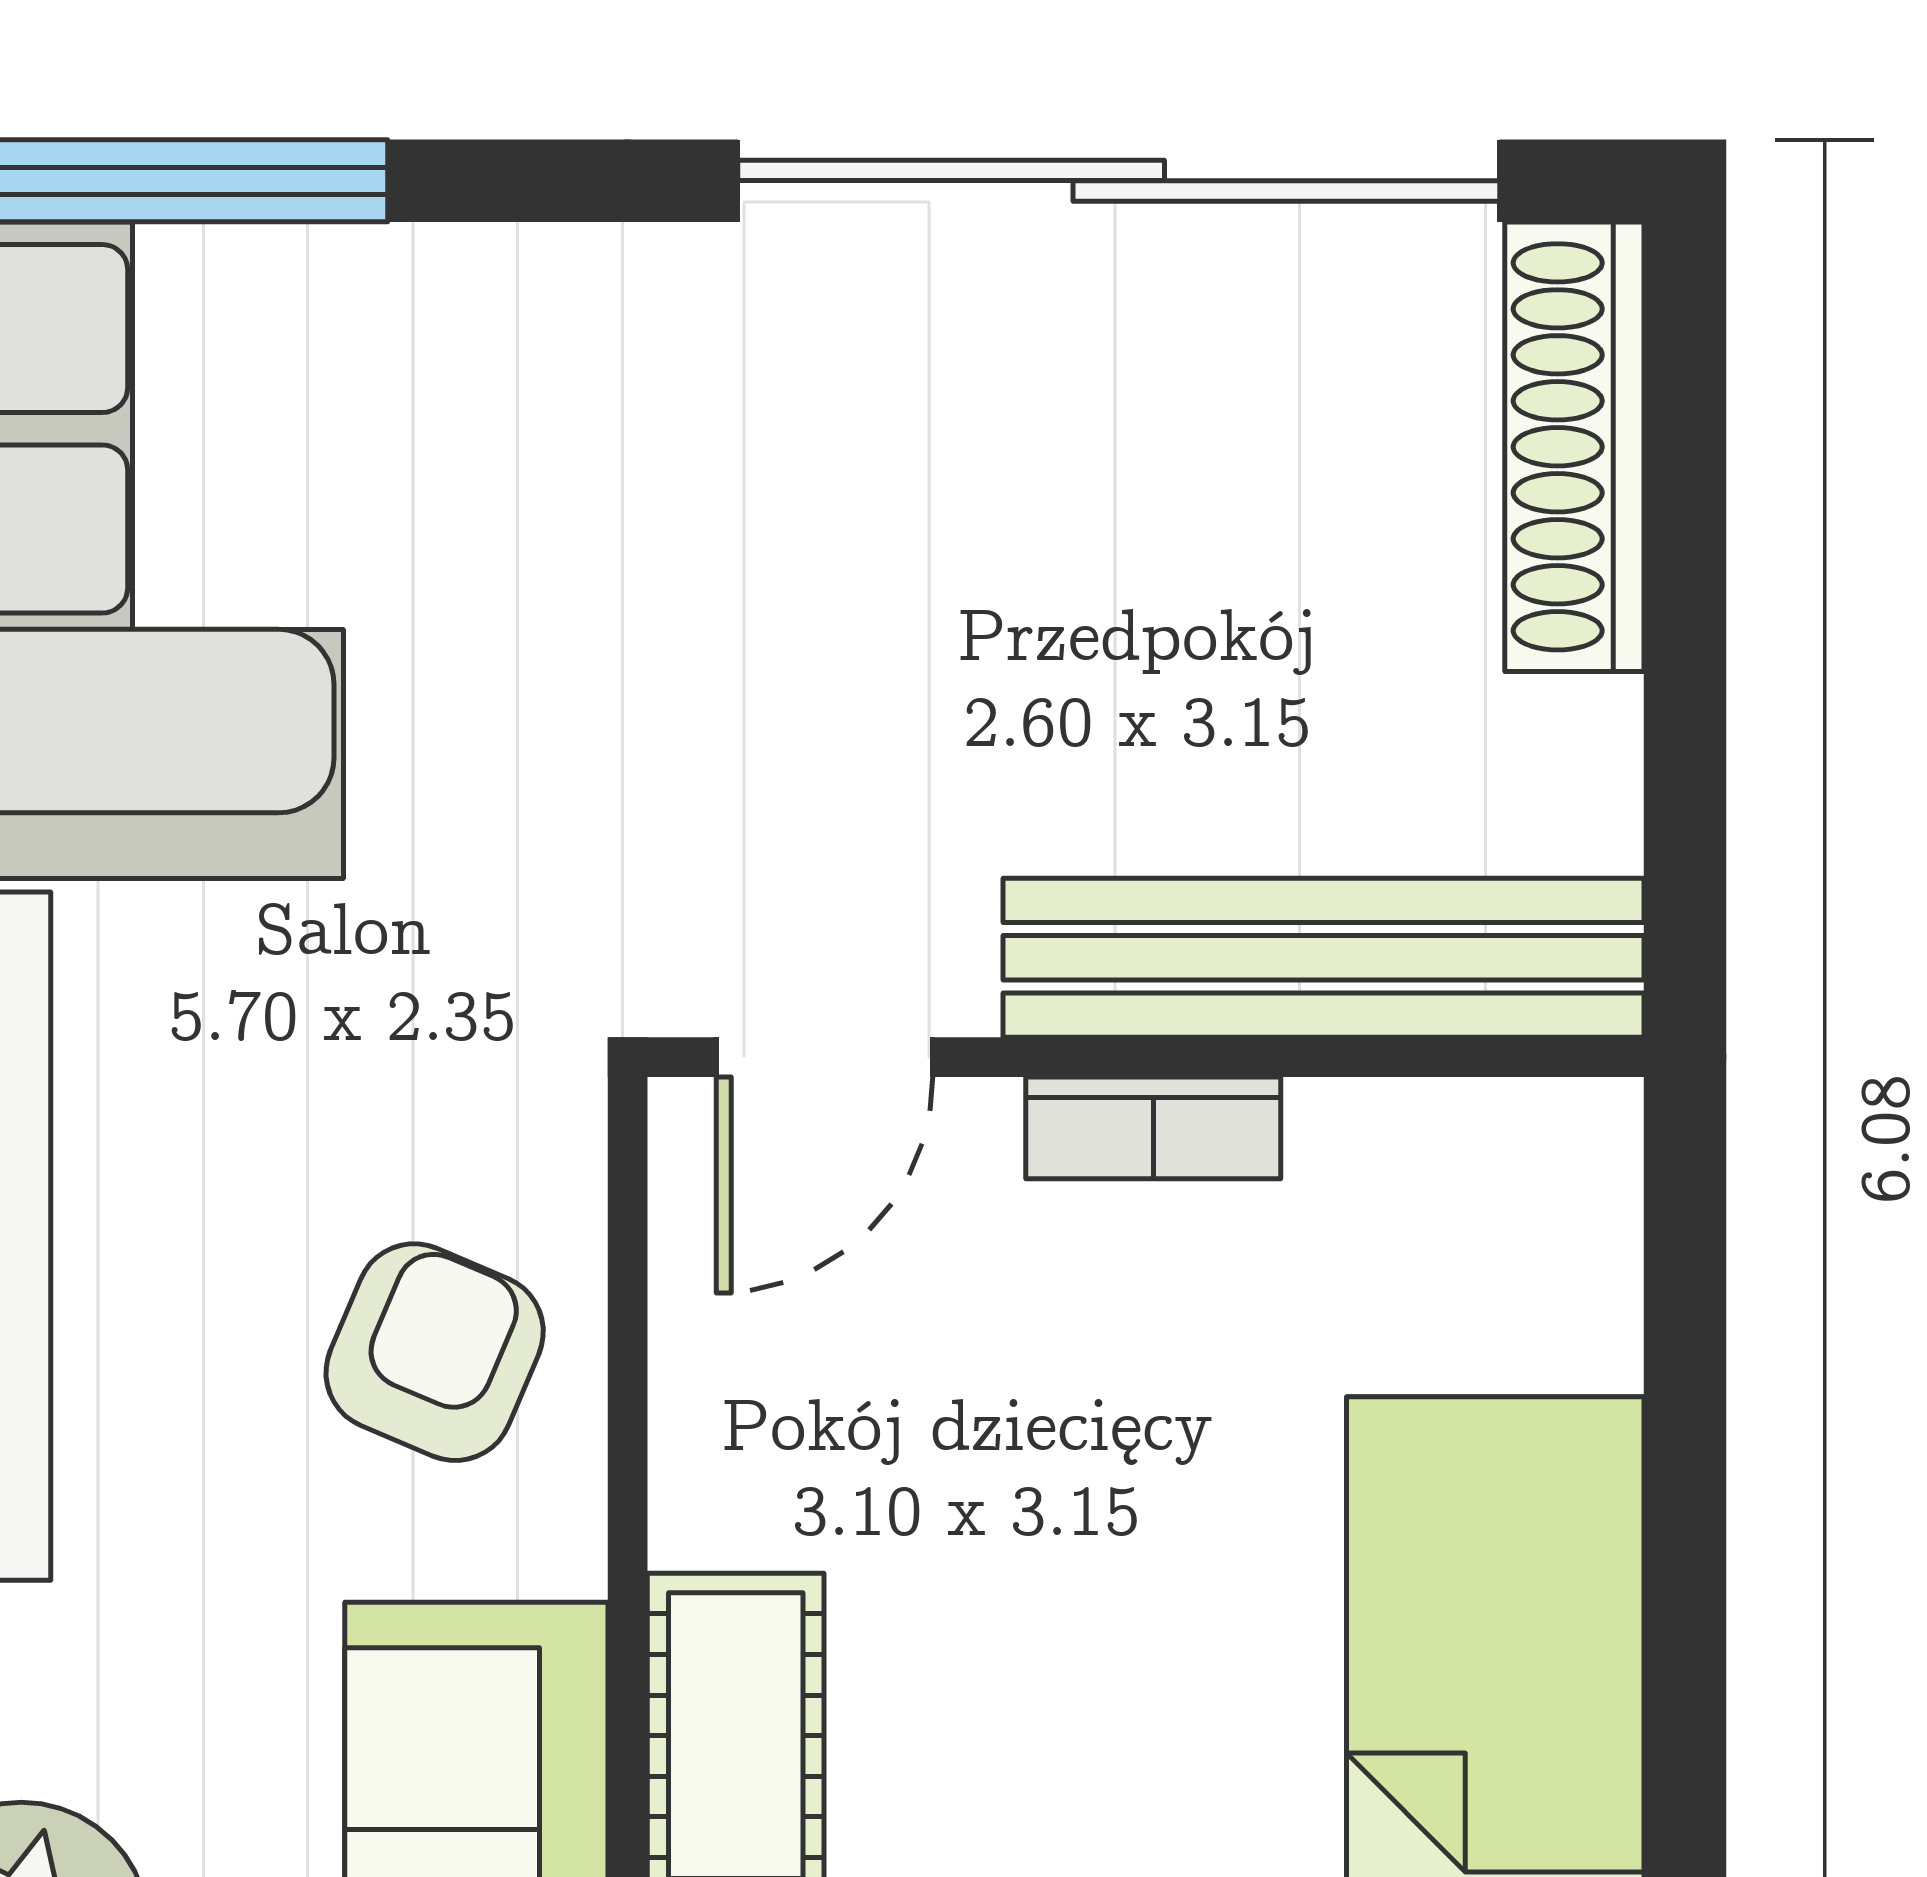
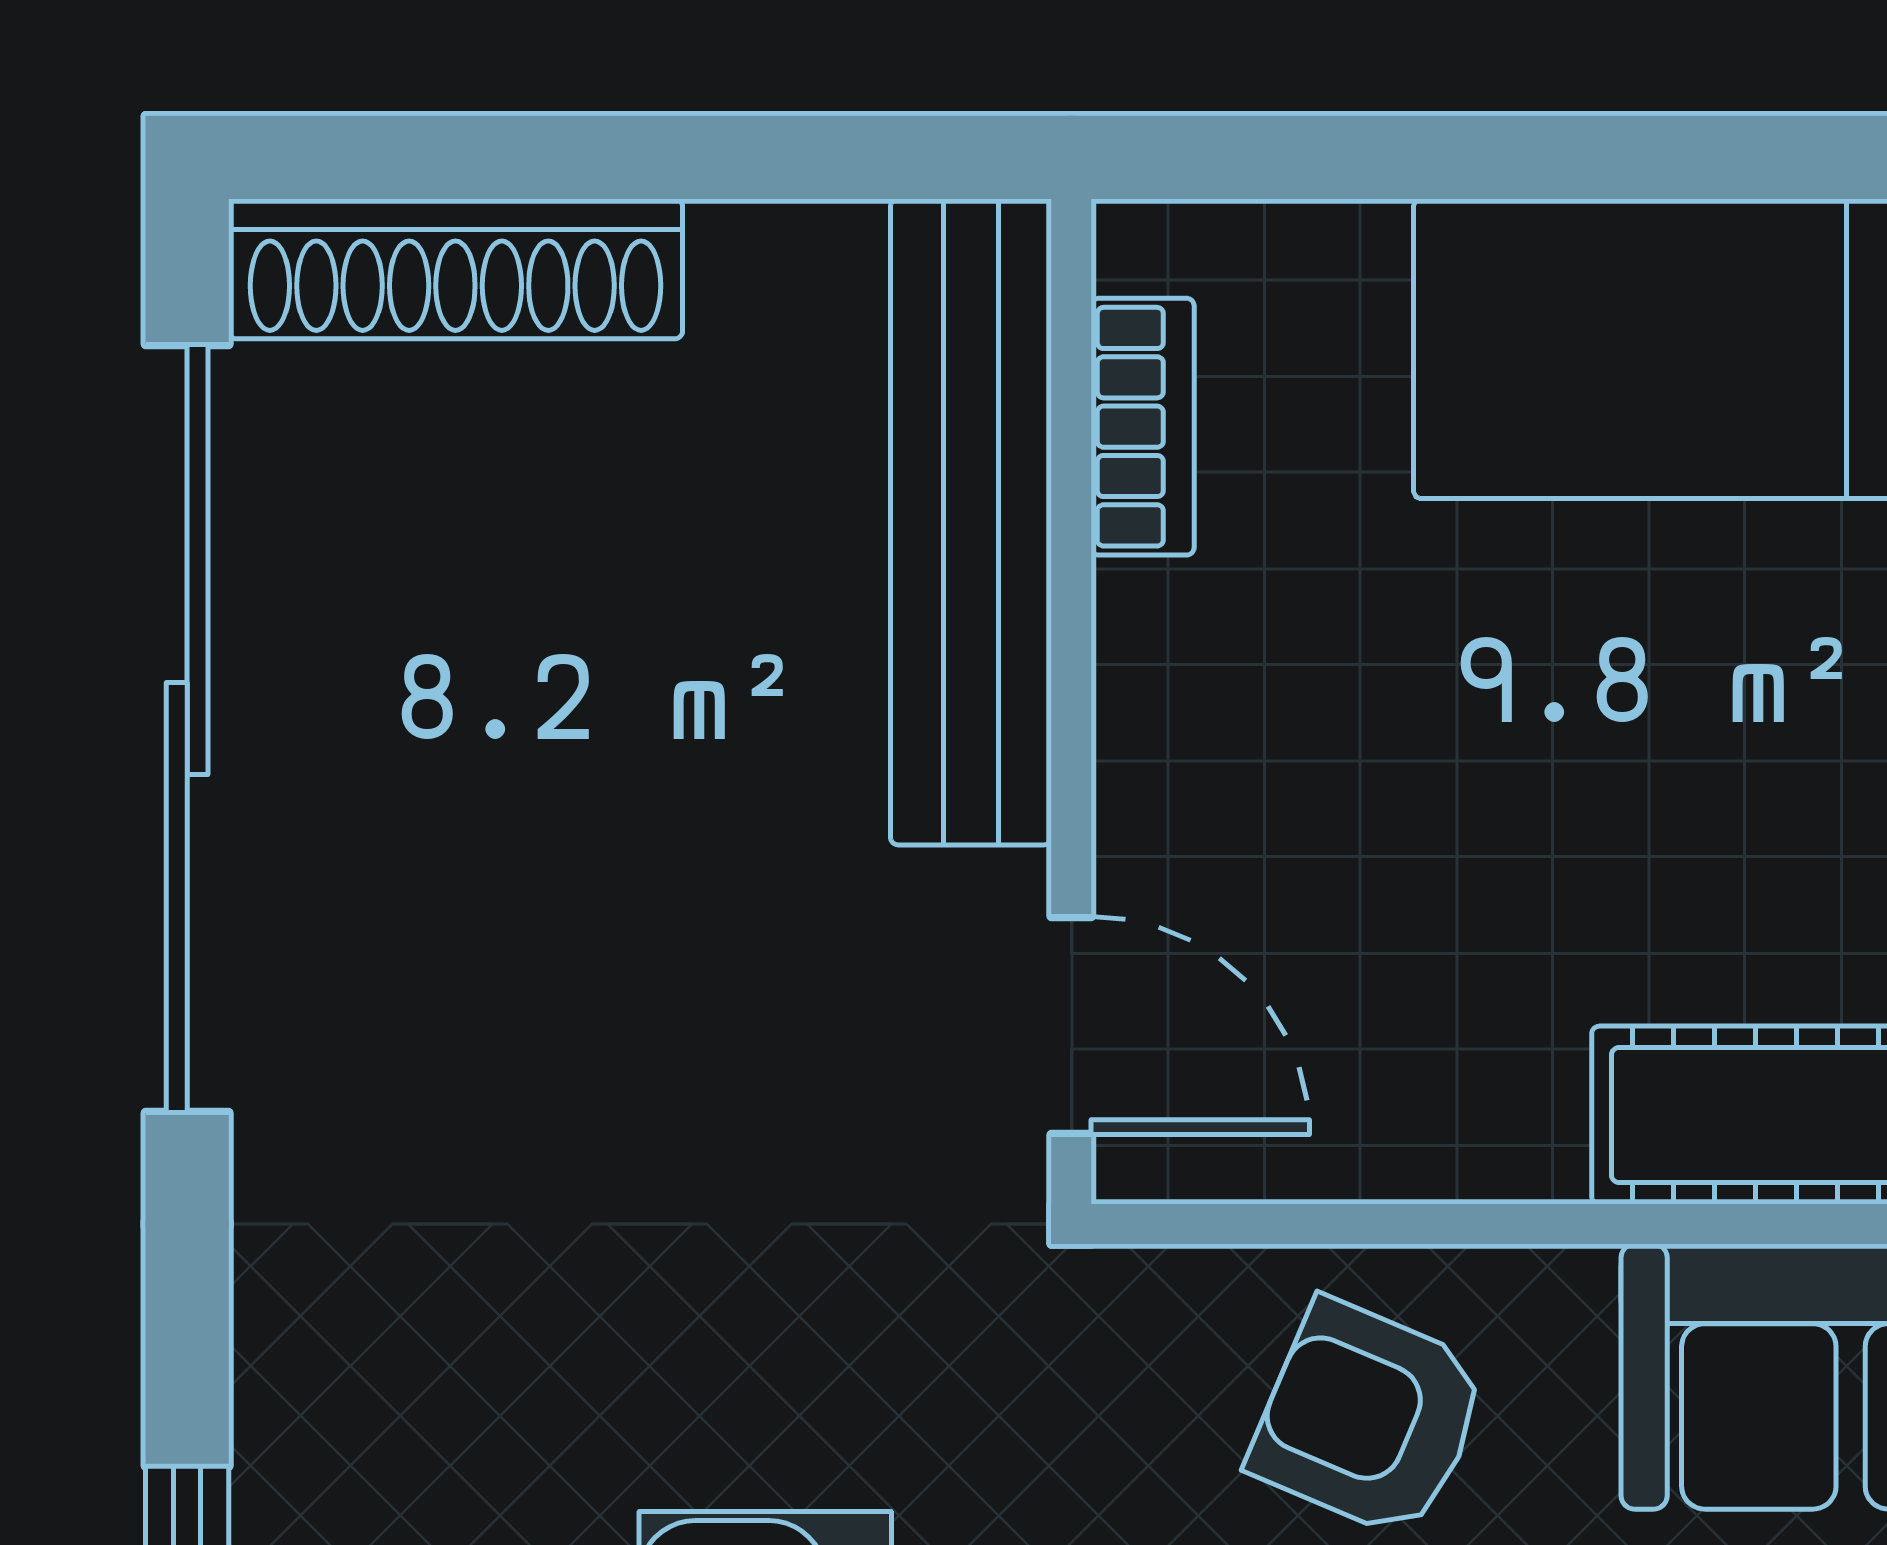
bookcase: (1153, 1128) -> (1143, 427), moved

